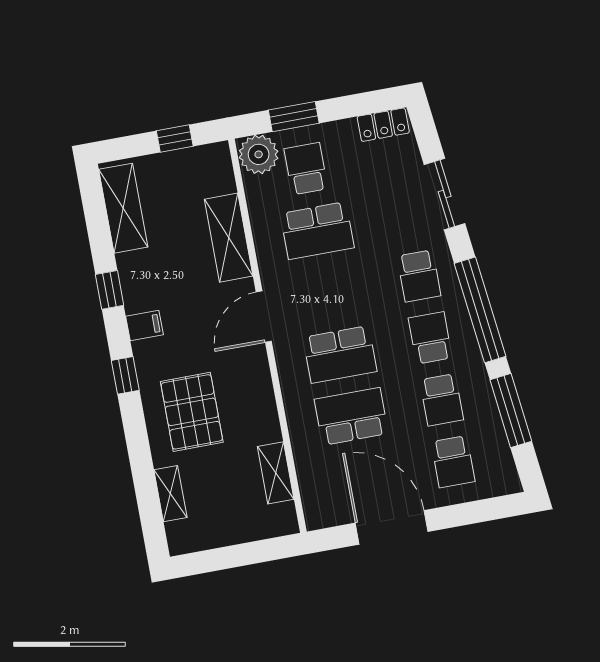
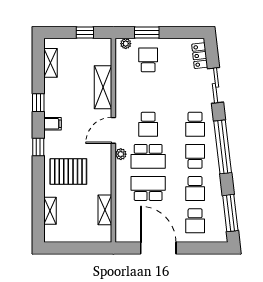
locker: (383, 125) -> (200, 56), moved, turned 83
plant: (259, 154) -> (126, 44), width x0.53, depth x0.53
shelving: (123, 208) -> (51, 63), width x0.67, depth x0.75
school desk: (317, 231) -> (148, 124), moved, width x0.54
plant: (286, 360) -> (121, 154), added
window: (511, 411) -> (230, 213), moved
pallet: (192, 412) -> (68, 172), turned 90

